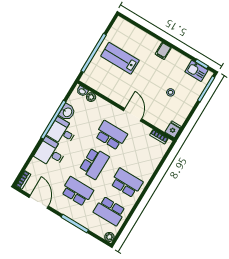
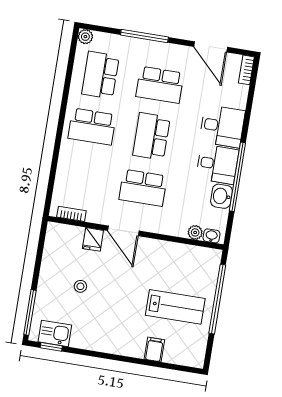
filing cabinet: (163, 51) -> (154, 349), moved
fridge: (173, 129) -> (93, 239), moved
school desk: (110, 211) -> (100, 75), turned -90

